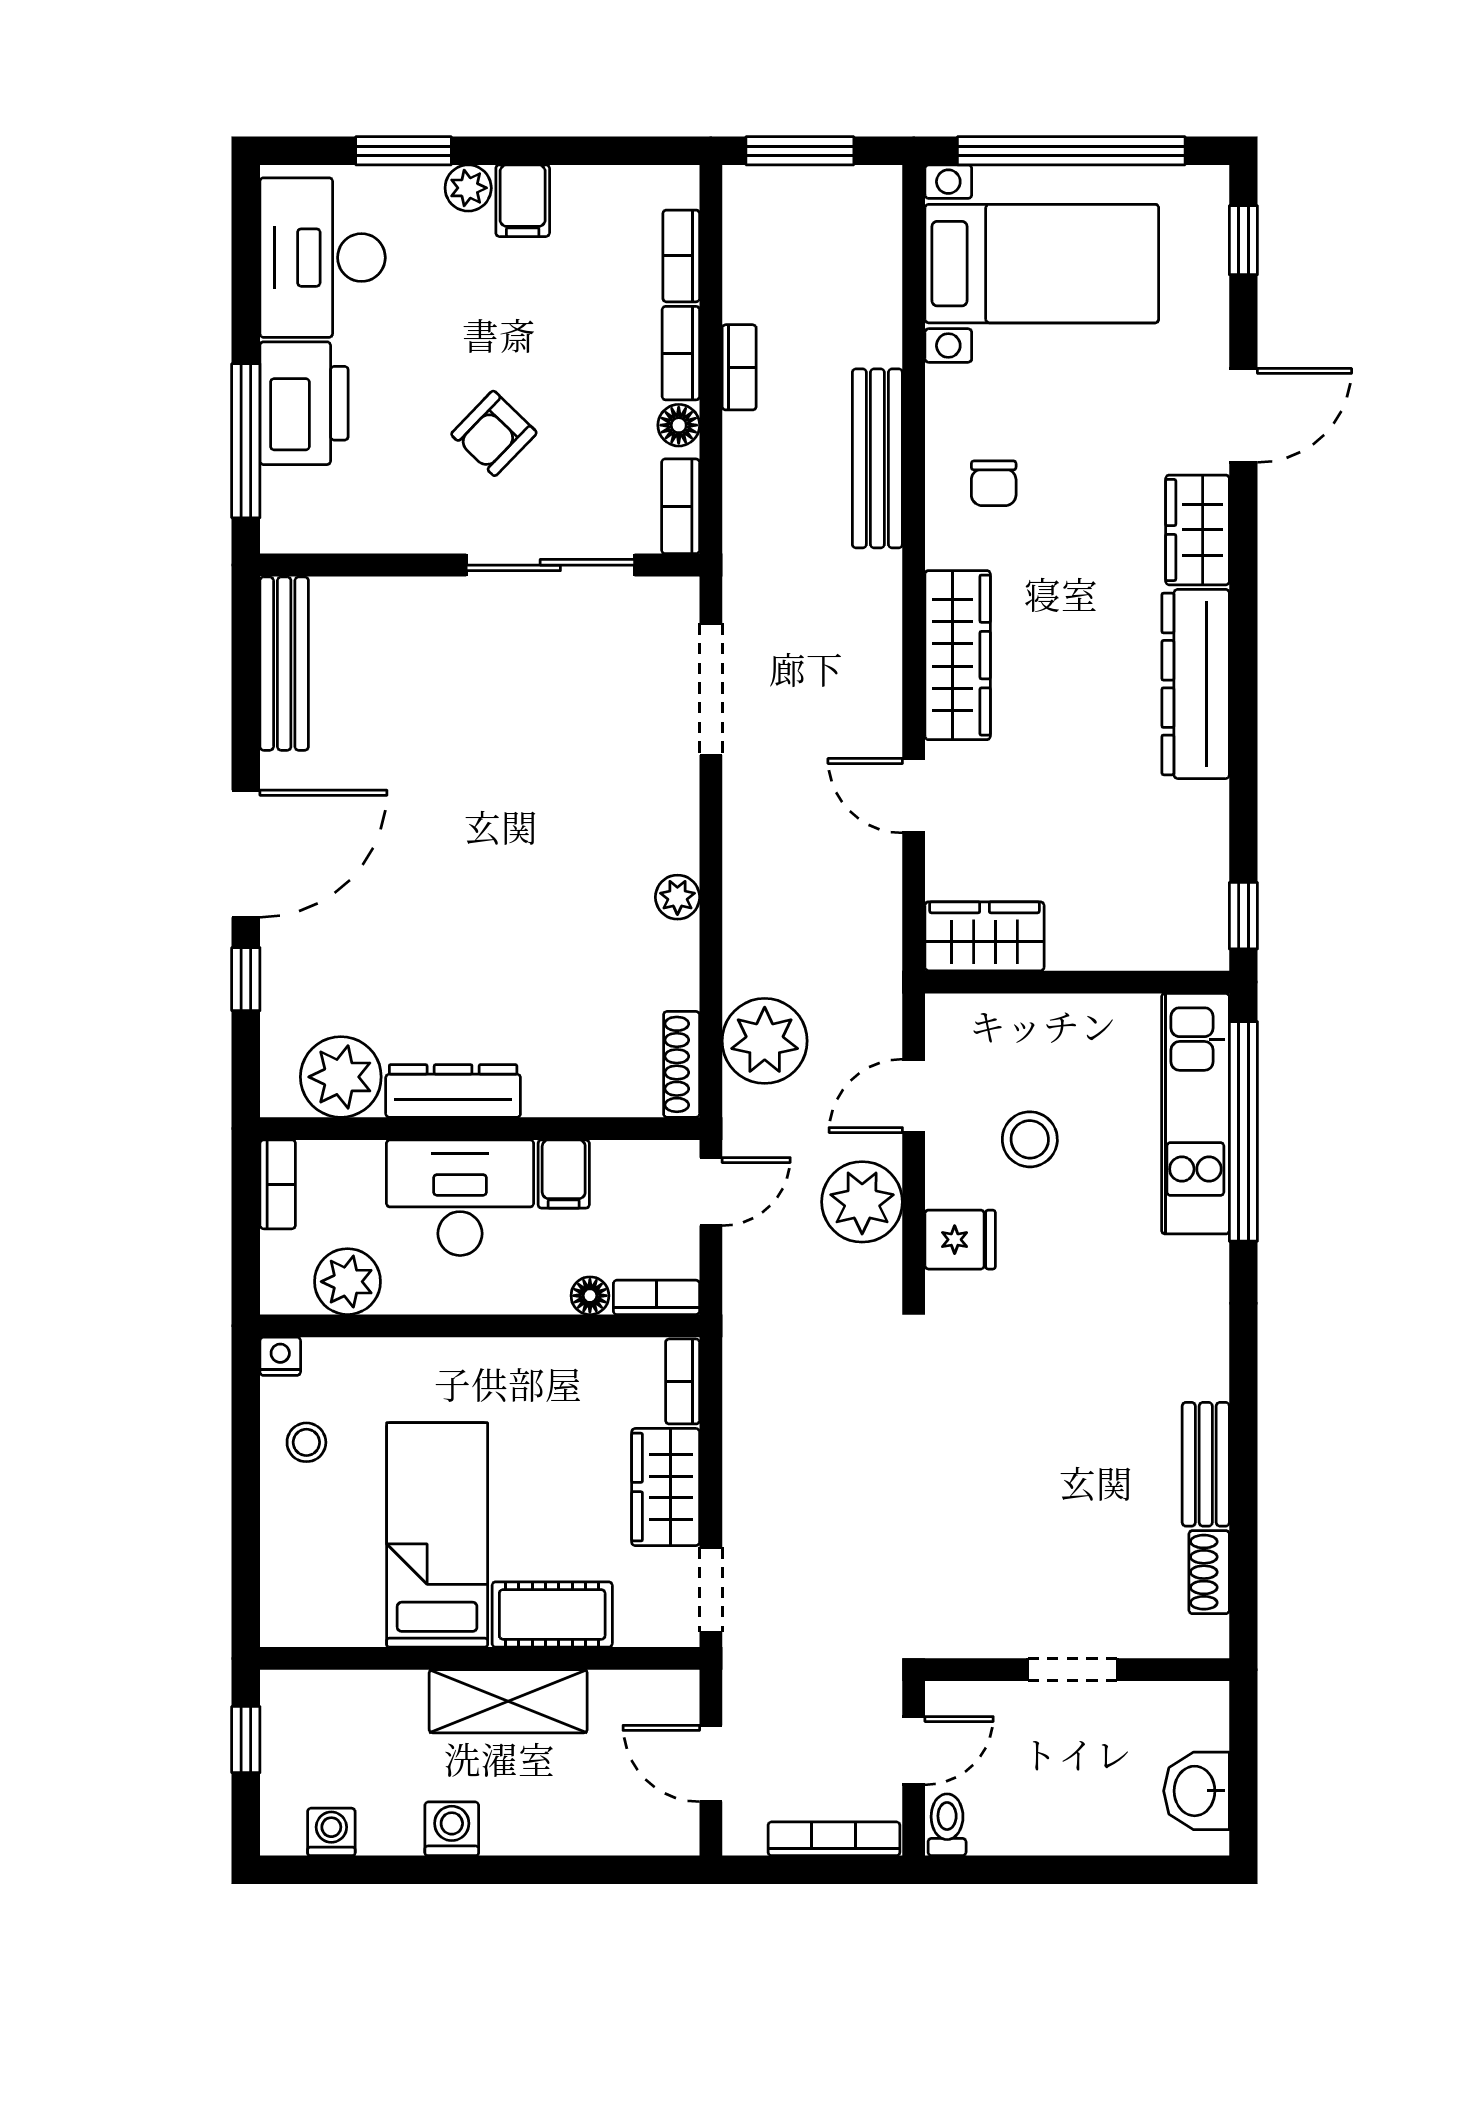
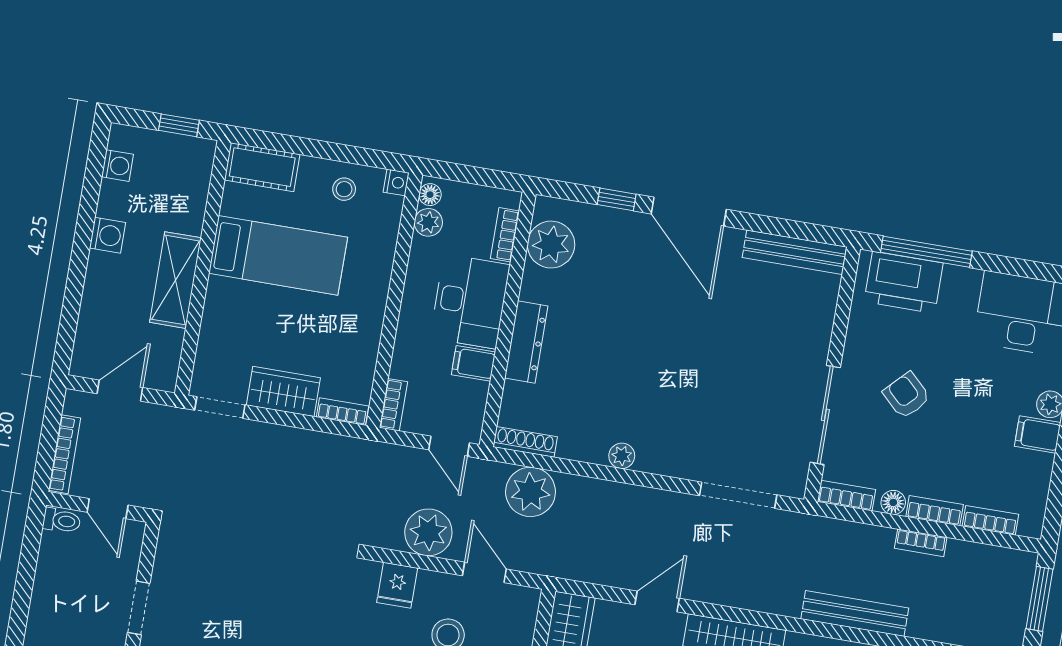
printer: (304, 403) -> (904, 282), moved
dresser: (453, 1091) -> (526, 342), moved
bookcase: (278, 1184) -> (505, 235), moved, turned 90
plant: (348, 1282) -> (428, 222), width x0.73, depth x0.73
floor lamp: (590, 1296) -> (430, 195), moved
cot: (552, 1614) -> (262, 167), moved, turned 90

